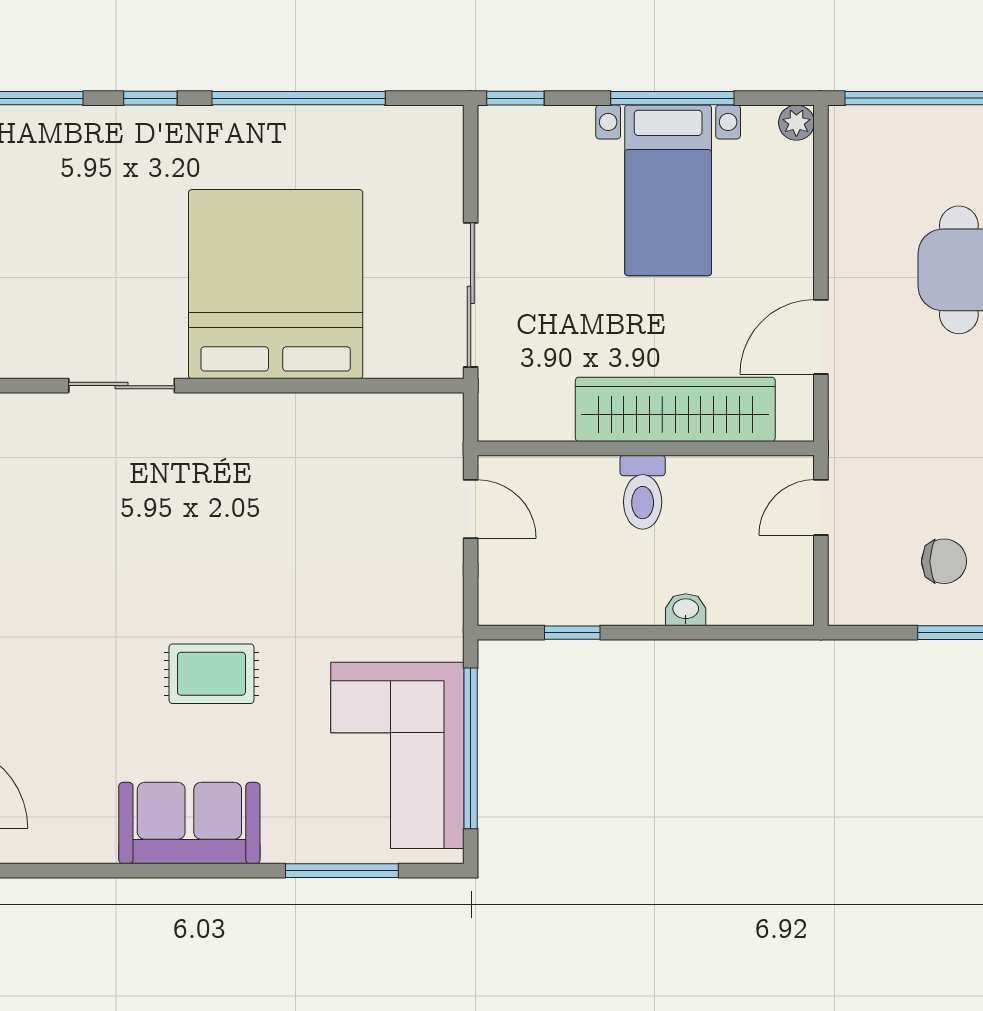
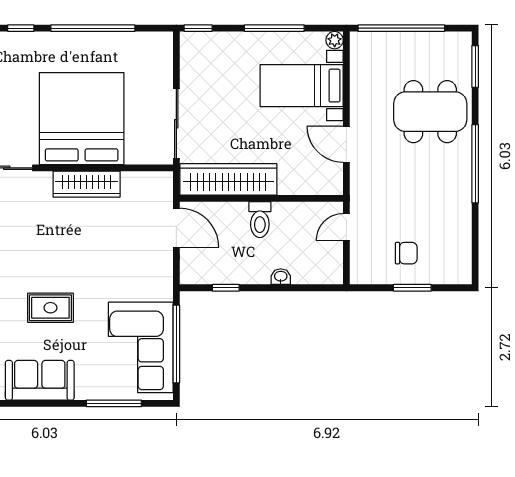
bed with nightstands: (668, 190) -> (302, 86), moved, turned 90
door: (821, 337) -> (346, 144), hinge flipped
wardrobe: (675, 409) -> (228, 179), moved
wardrobe: (286, 419) -> (87, 184), added
door: (471, 509) -> (176, 228), width x1.38

